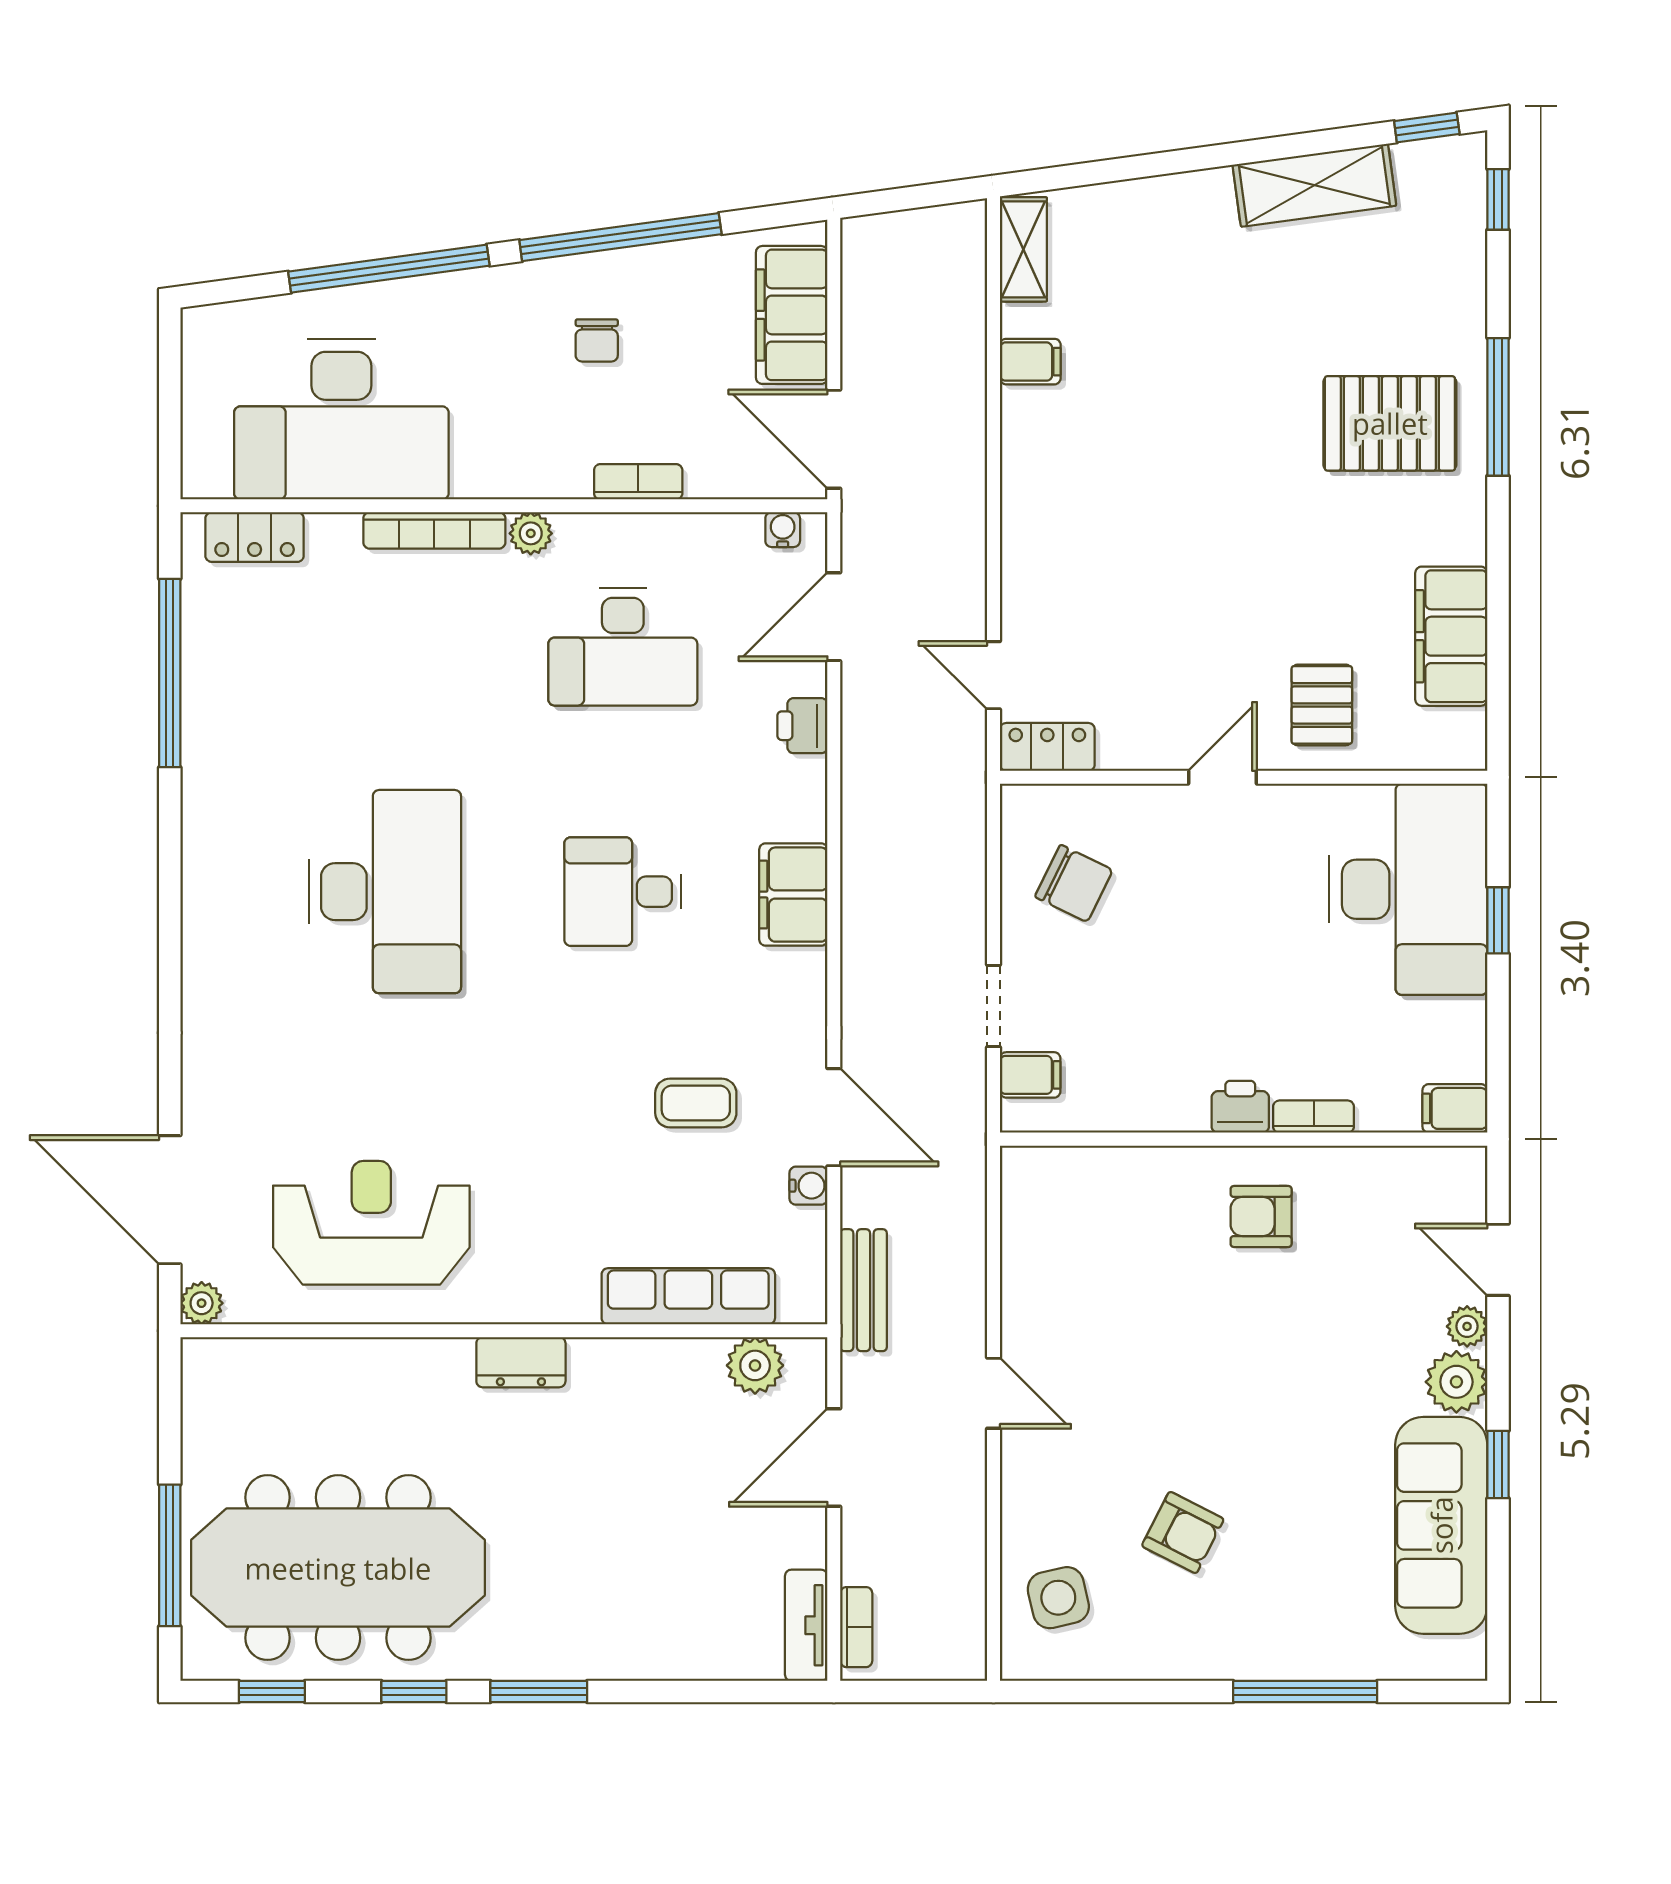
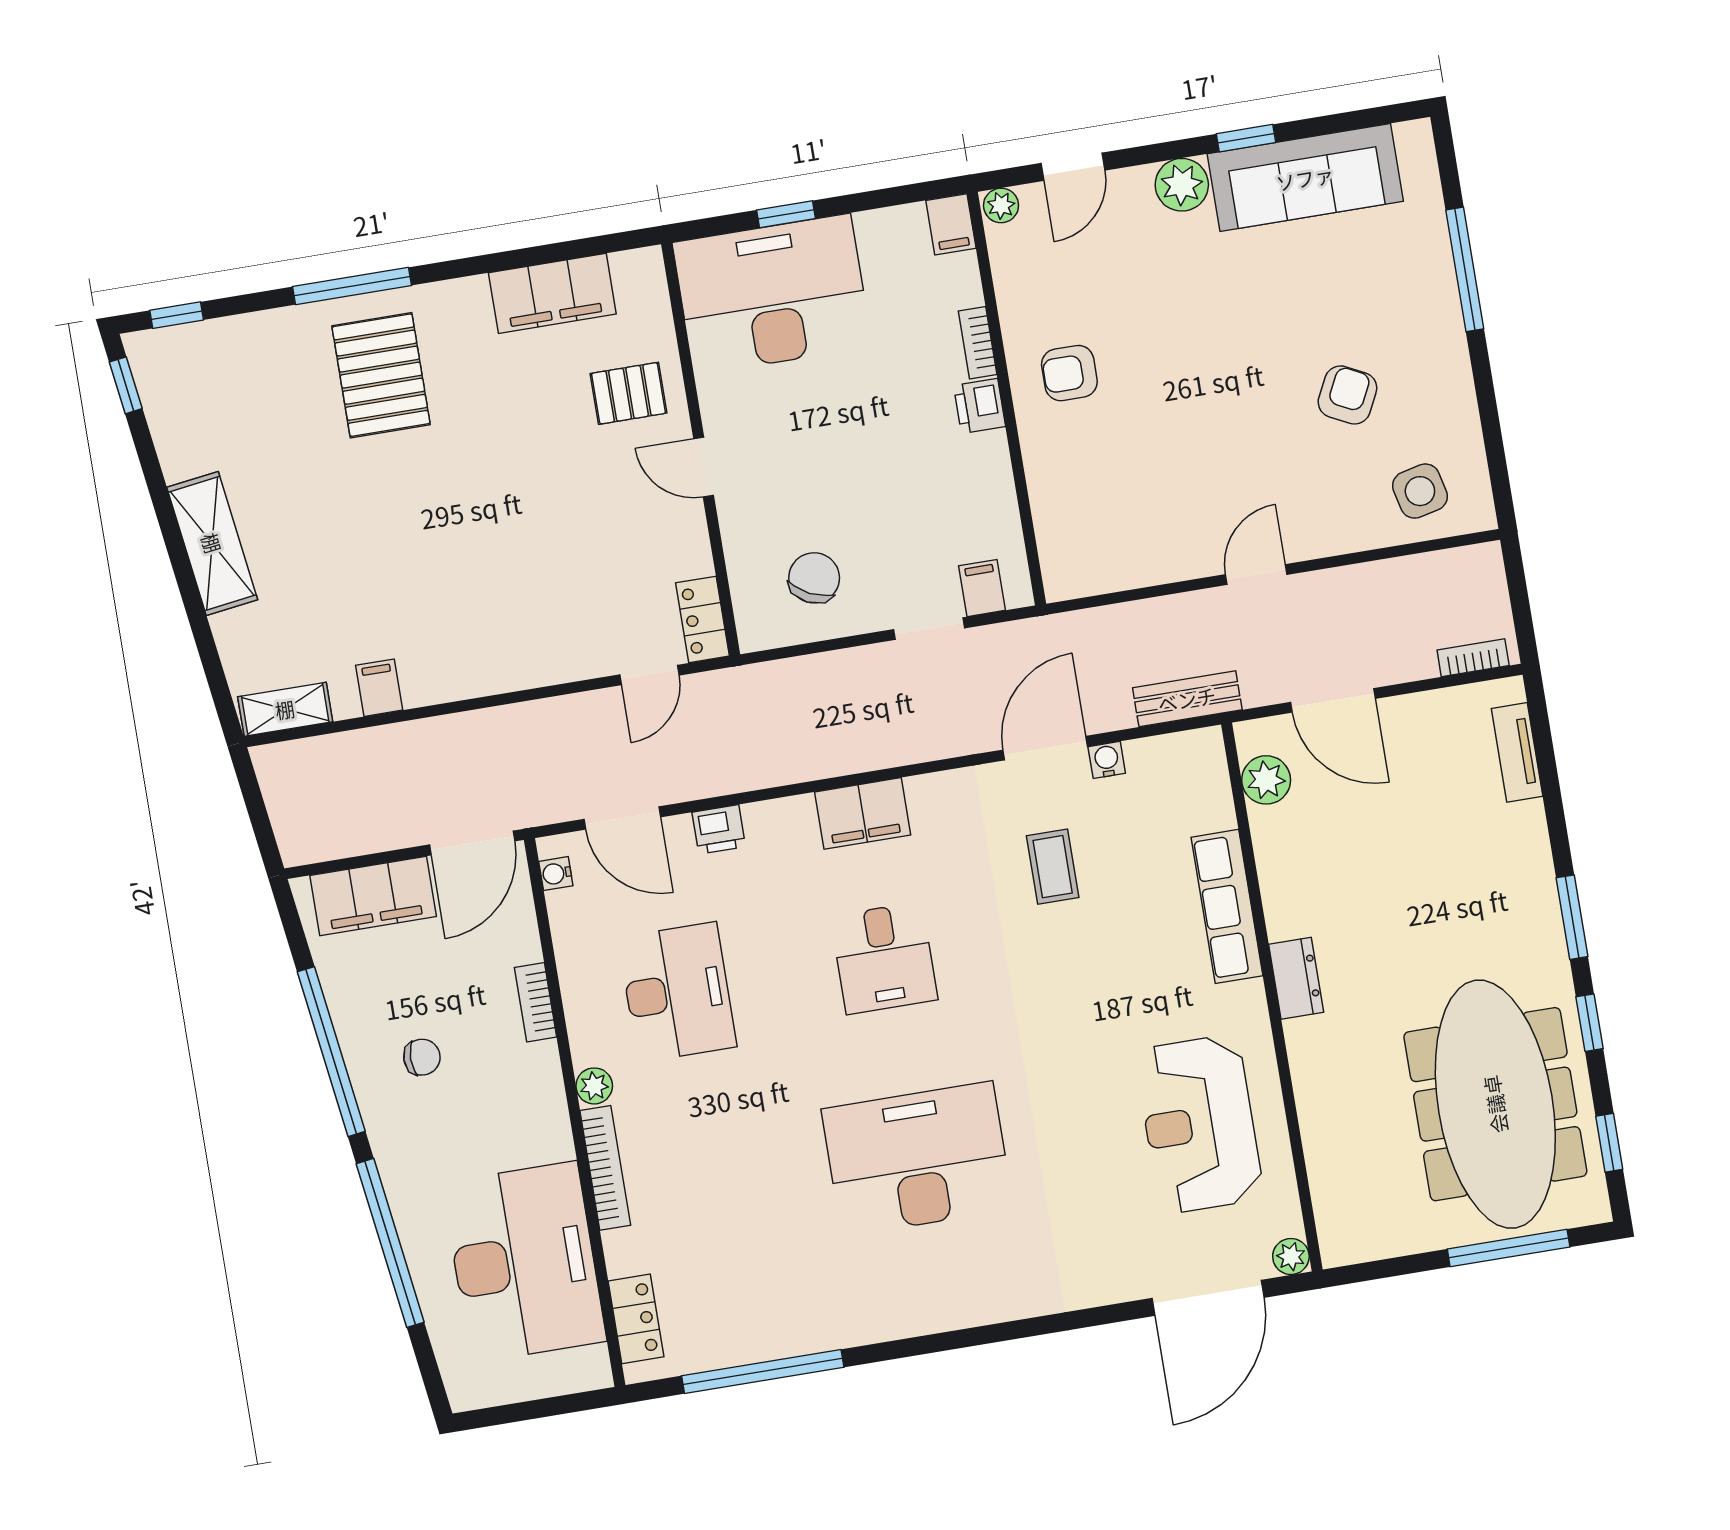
shelving: (1314, 185) -> (212, 543), moved
armchair: (1261, 1217) -> (1069, 373), turned 90
row of seats: (688, 1296) -> (1227, 906), moved
plant: (1467, 1326) -> (1001, 205), moved
tv unit: (806, 1625) -> (1517, 752), moved, turned 90

